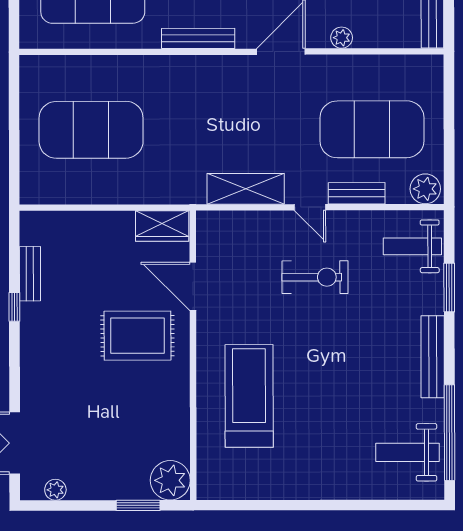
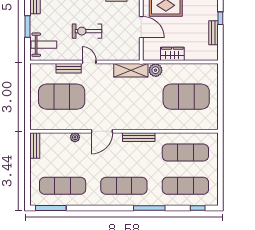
shelving: (246, 189) -> (131, 70), moved
plant: (425, 189) -> (156, 70), moved
wardrobe: (162, 226) -> (172, 54), moved

